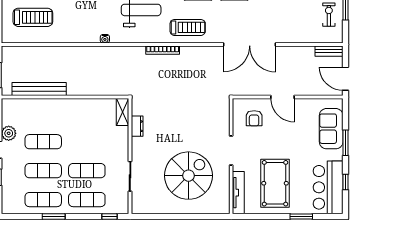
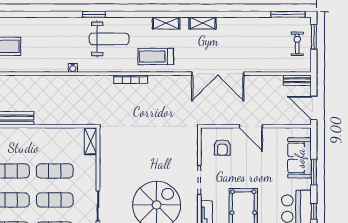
treadmill: (188, 27) -> (156, 57), turned 180
dresser: (137, 126) -> (105, 155), removed
exercise mat: (87, 142) -> (55, 171), added

